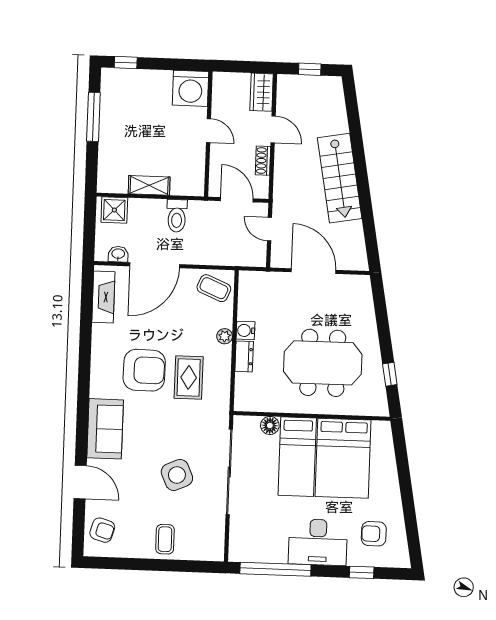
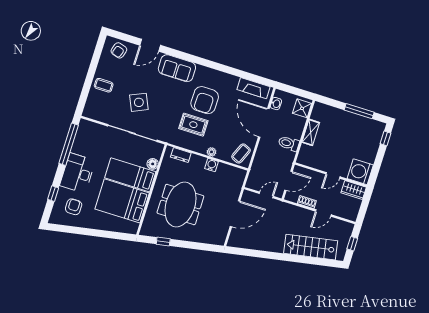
wardrobe: (262, 92) -> (354, 190), moved, turned 180
stairs: (340, 178) -> (311, 247), moved
dresser: (244, 356) -> (181, 155), moved

